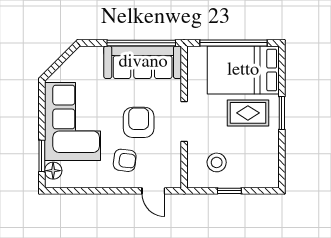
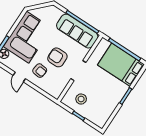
rug: (248, 113) -> (110, 86), removed
armchair: (139, 122) -> (57, 57), turned -90
door: (153, 191) -> (19, 77), moved

